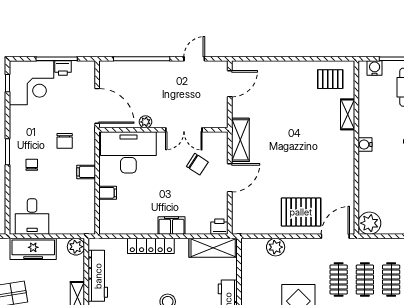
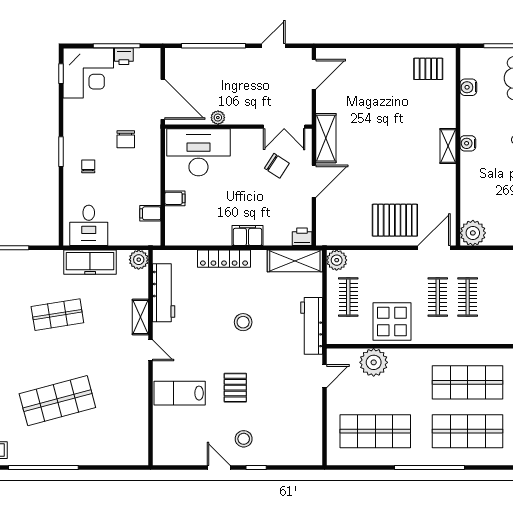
water cooler: (375, 68) -> (468, 87), moved, turned -90
shelving: (348, 114) -> (448, 146), moved
double door: (184, 130) -> (284, 127), moved
filing cabinet: (86, 172) -> (150, 213), moved
plant: (276, 247) -> (337, 260), moved
clothes rail: (391, 280) -> (348, 297), moved

